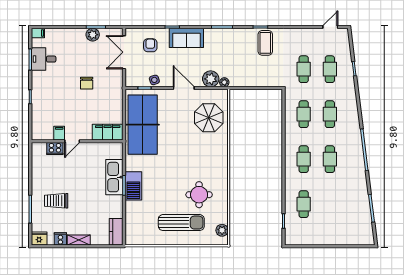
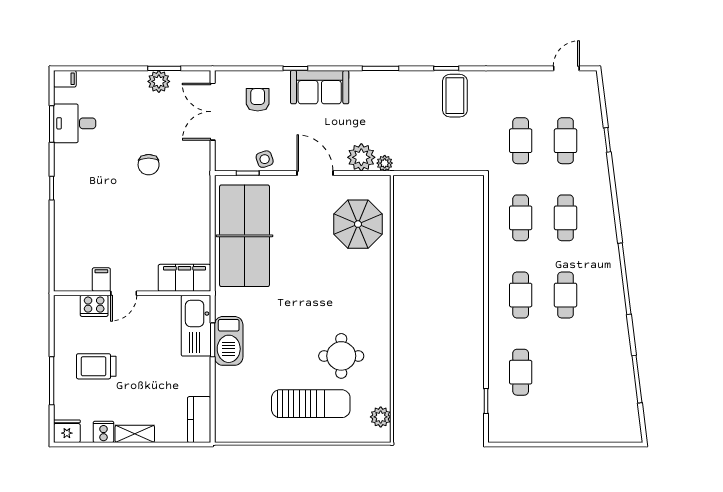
filing cabinet: (108, 132) -> (185, 278), moved
filing cabinet: (59, 133) -> (101, 280), moved
door: (72, 141) -> (124, 293), moved
wall: (77, 141) -> (132, 293), moved
cooker: (55, 149) -> (94, 306), moved

